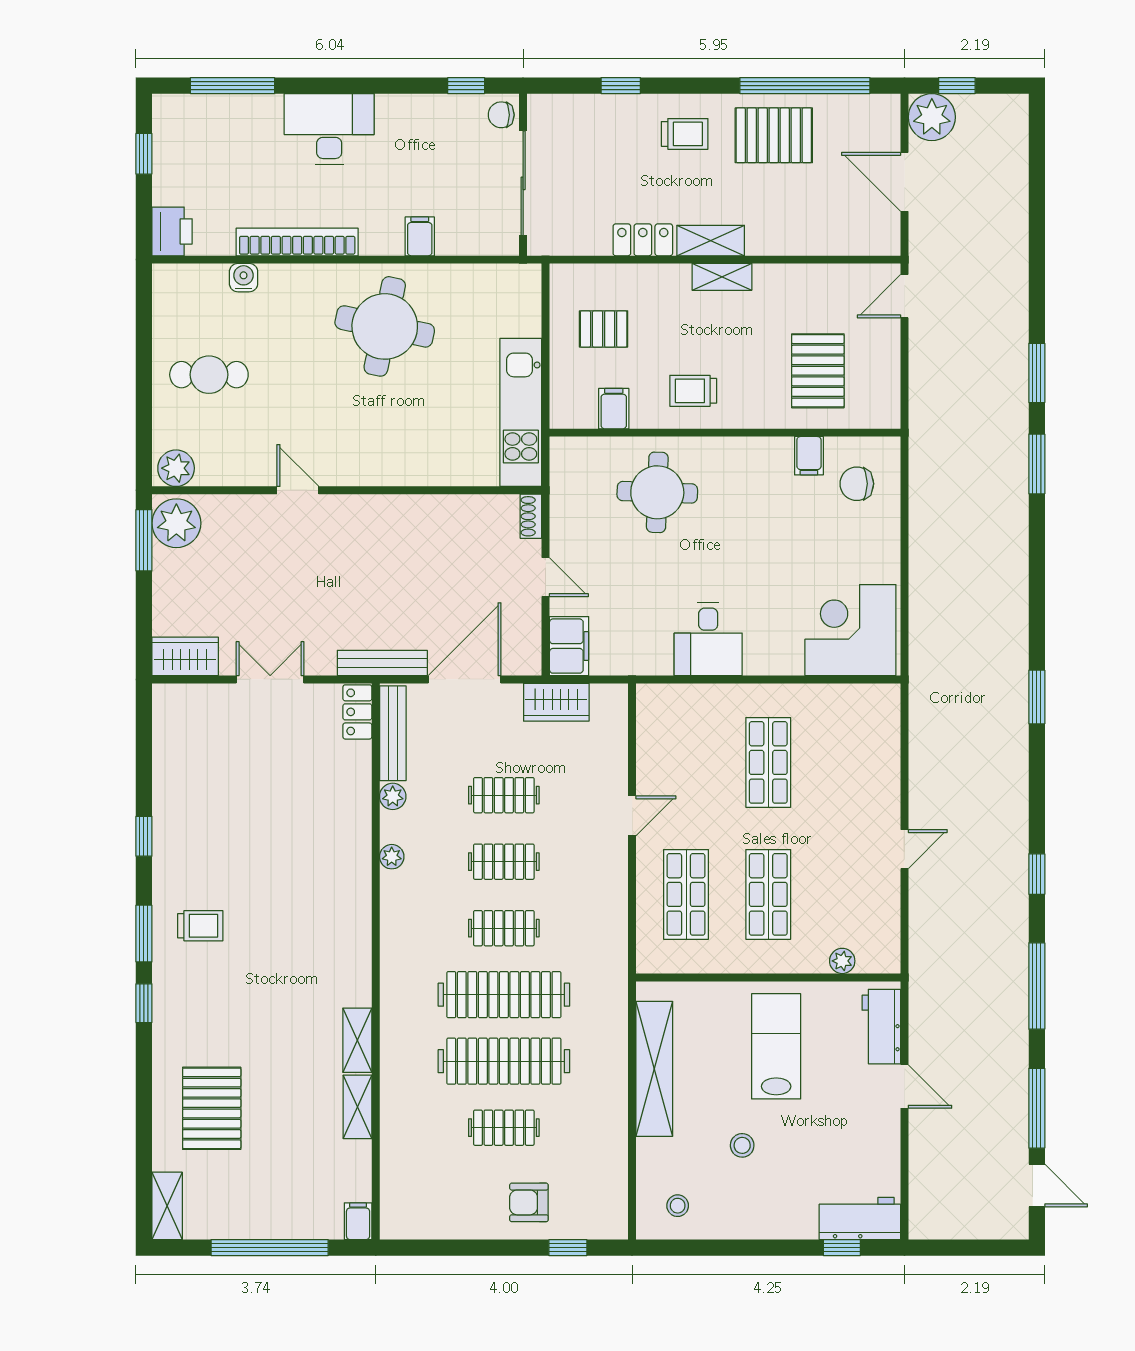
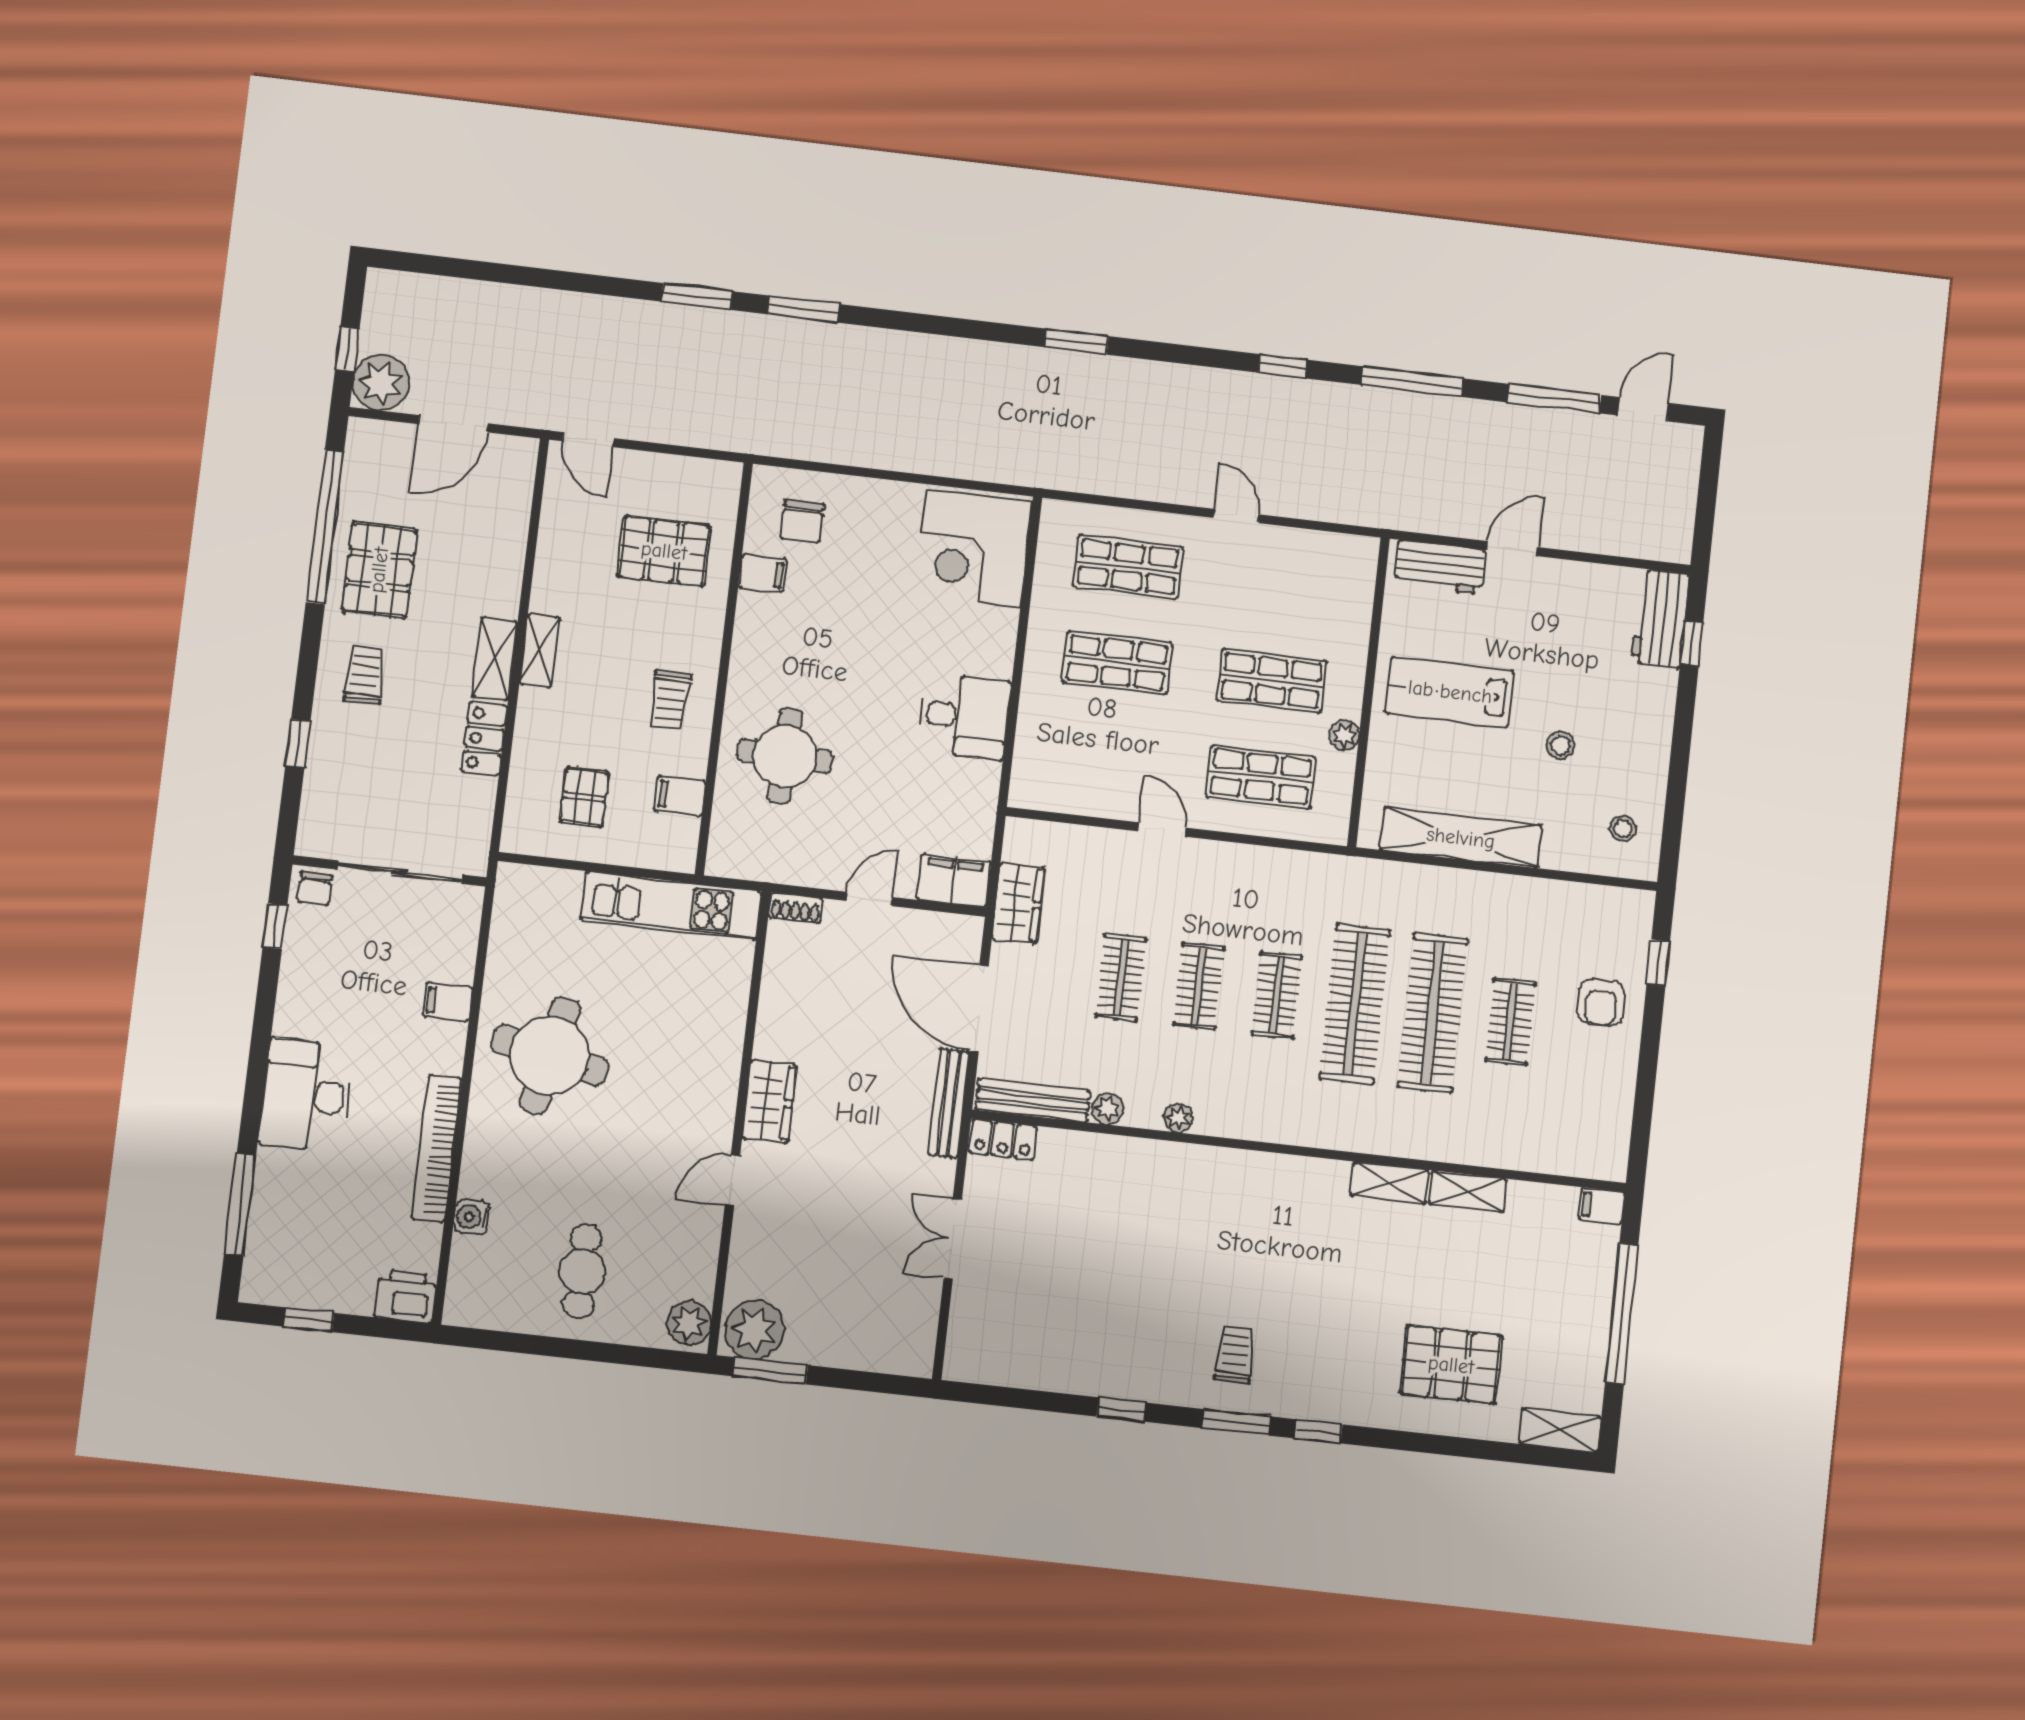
wardrobe: (185, 656) -> (769, 1102), moved, turned 180
shop shelf: (850, 762) -> (1128, 567), added
plant: (842, 961) -> (1344, 735), moved

